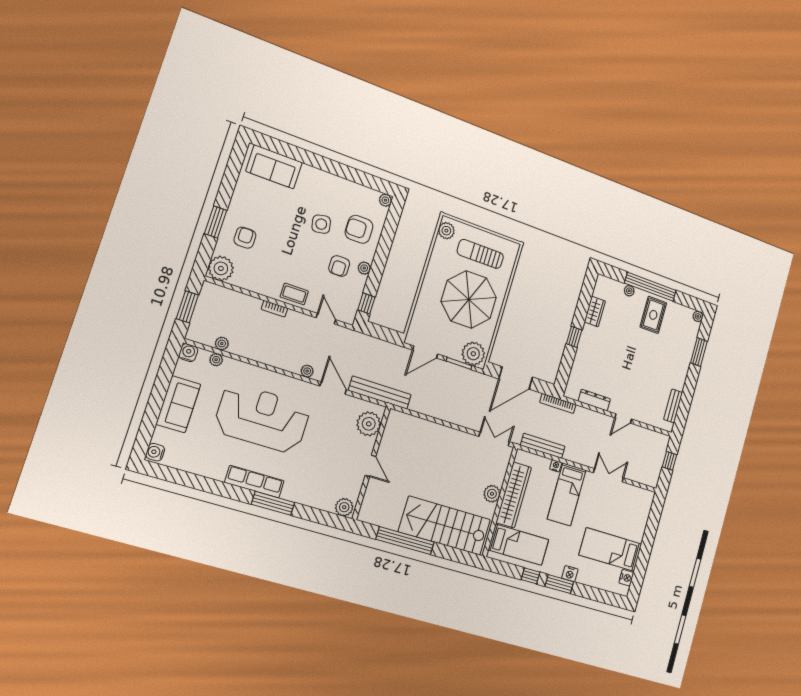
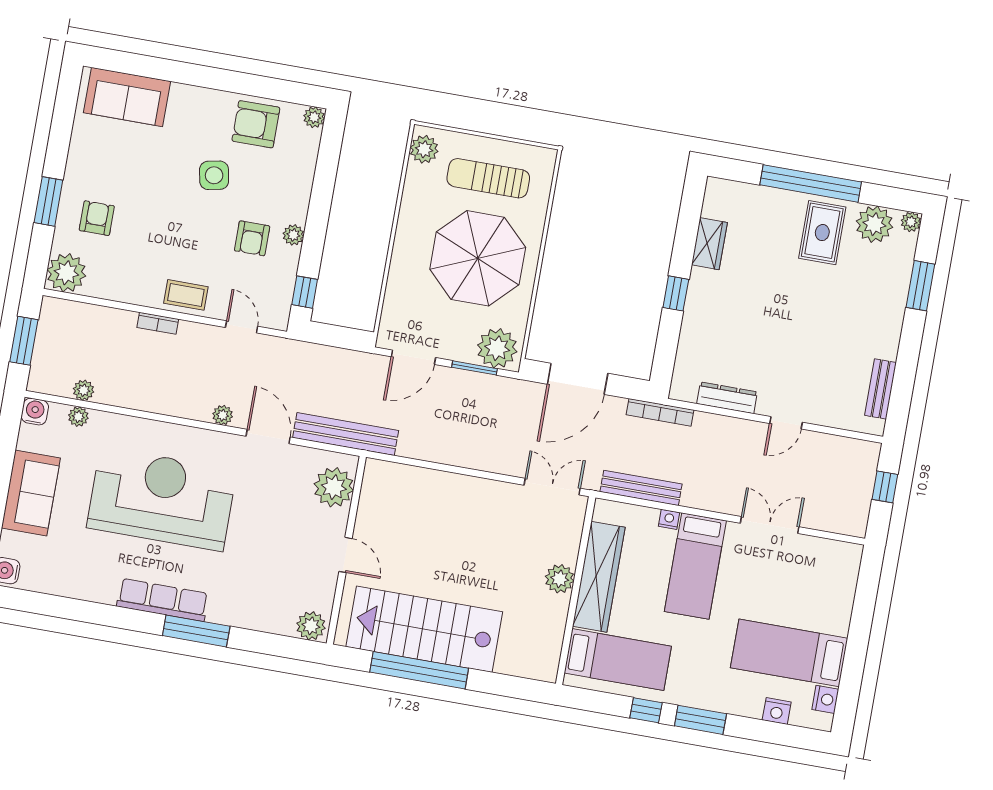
armchair: (359, 229) -> (256, 124), moved
plant: (629, 291) -> (874, 224), moved, width x1.87, depth x1.87
stairs: (445, 526) -> (424, 629), moved
nightstand: (570, 574) -> (777, 711), moved

